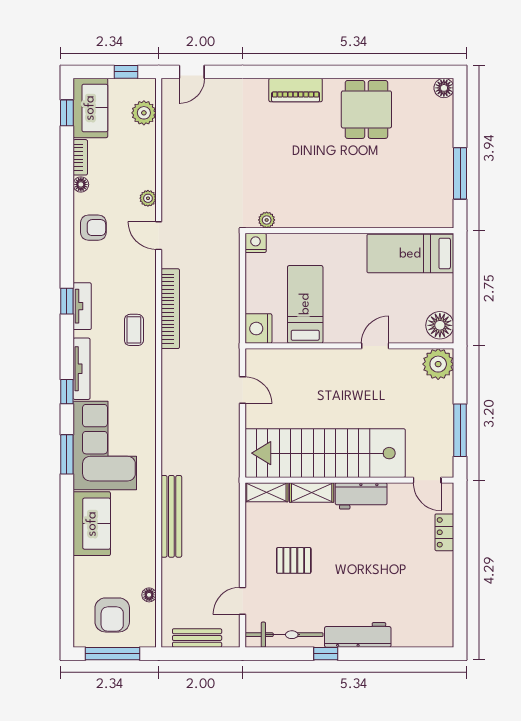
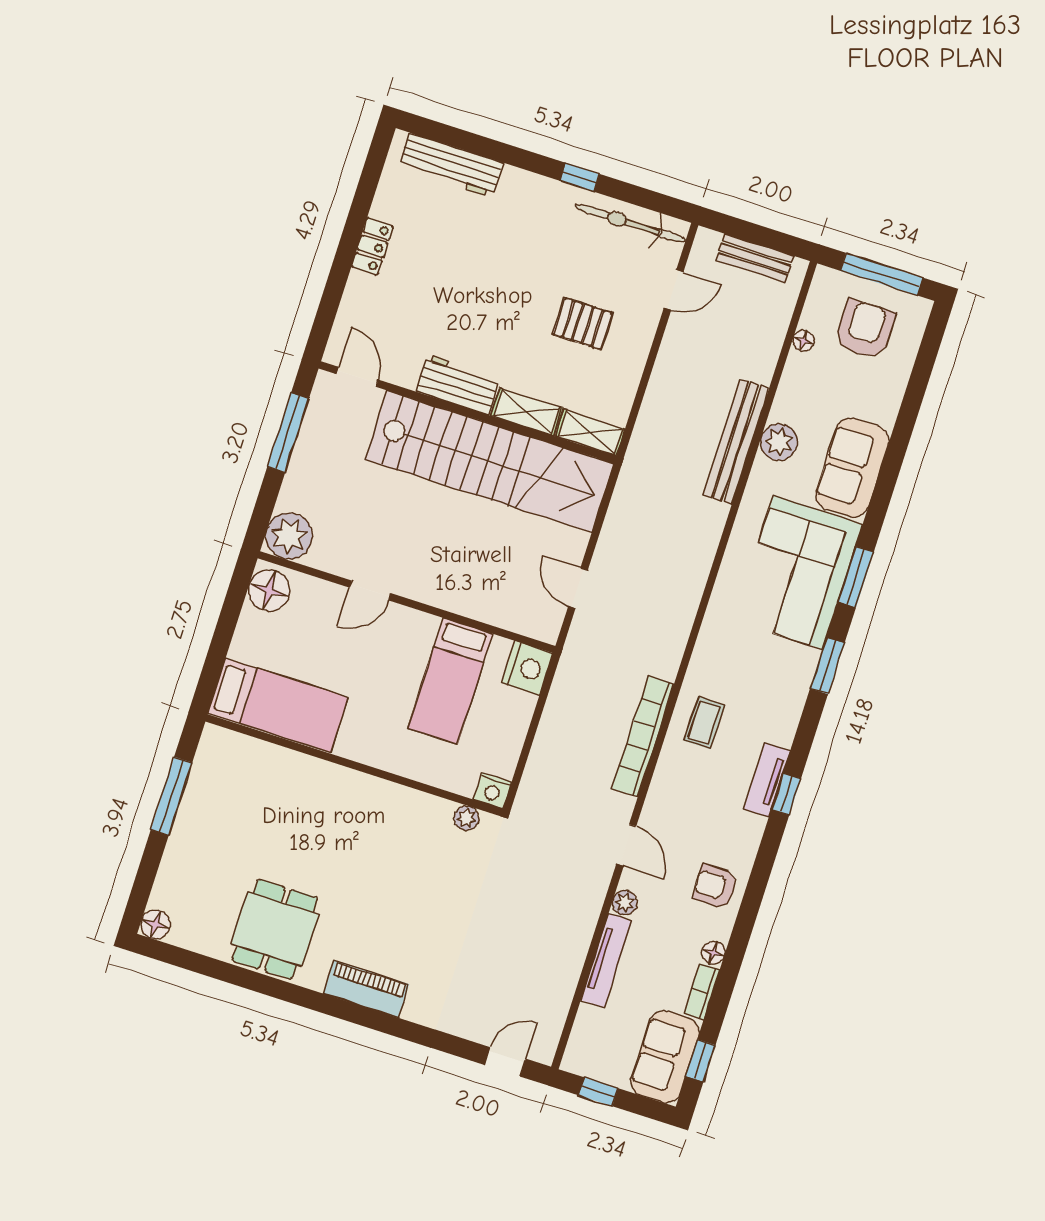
plant: (144, 113) -> (779, 442), moved
tv unit: (82, 369) -> (606, 960), moved, turned 180
window: (67, 392) -> (827, 666), width x1.50
locker: (444, 532) -> (372, 246), moved
workbench: (358, 635) -> (451, 165), moved

